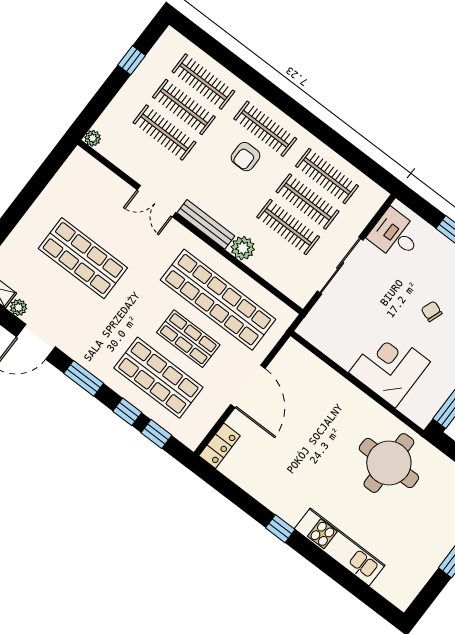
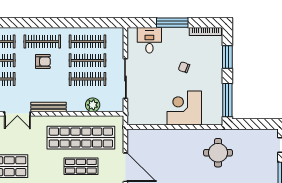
armchair: (245, 157) -> (43, 61), turned -90
desk: (395, 235) -> (149, 40), moved, turned 90
plant: (243, 248) -> (93, 105), moved
round table: (389, 463) -> (218, 153), width x0.73, depth x0.73

